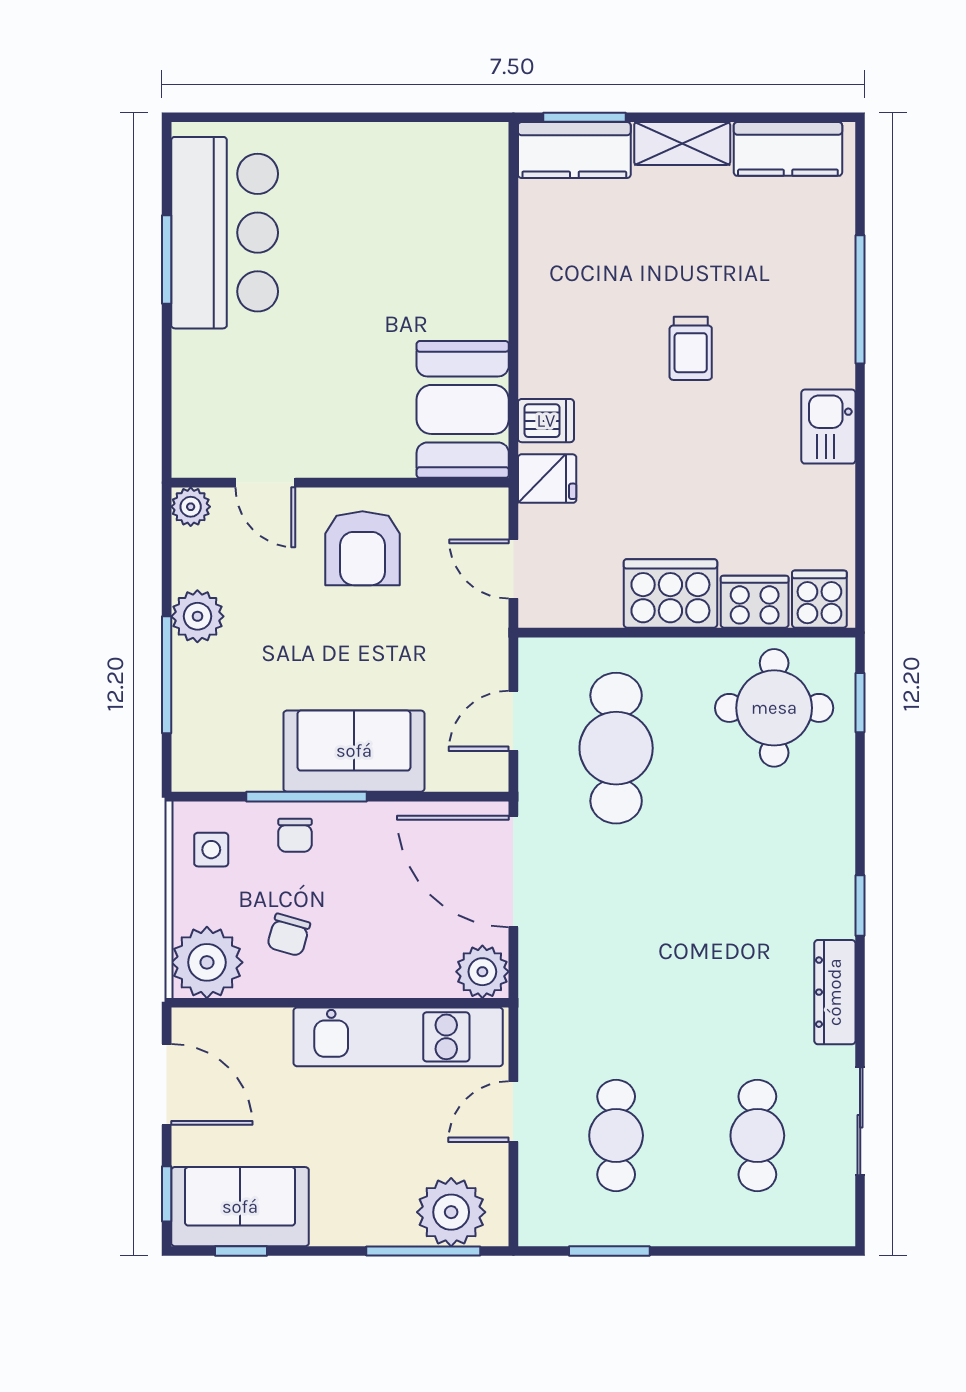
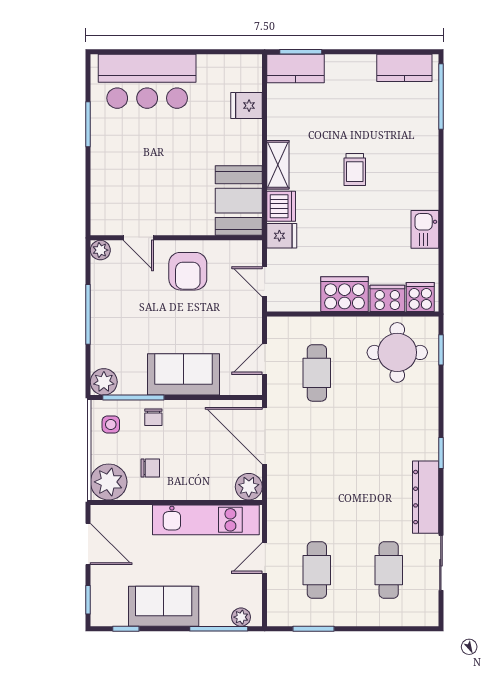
shelving: (682, 143) -> (278, 165), moved, turned 90
fridge: (478, 223) -> (247, 106), added
bar counter: (225, 233) -> (147, 81), moved, turned 90
window: (860, 299) -> (441, 97), moved
dishwasher: (546, 421) -> (281, 206), width x1.38
kitchen sink: (828, 427) -> (425, 229), moved
plant: (197, 616) -> (104, 382), moved
window: (167, 675) -> (88, 314), moved
cafe table: (616, 748) -> (317, 373), width x0.73, depth x0.74
window: (306, 797) -> (133, 398), moved
chair: (289, 935) -> (150, 468), turned -106
dresser: (835, 992) -> (426, 497), width x1.37, depth x1.24
sofa: (240, 1207) -> (164, 606), moved
plant: (451, 1212) -> (241, 617), width x0.53, depth x0.53

